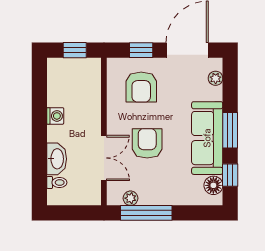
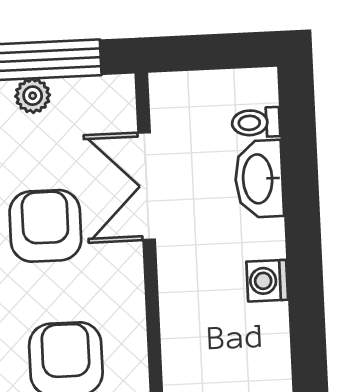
armchair: (147, 143) -> (45, 226), turned 180
plant: (131, 198) -> (33, 96), moved

